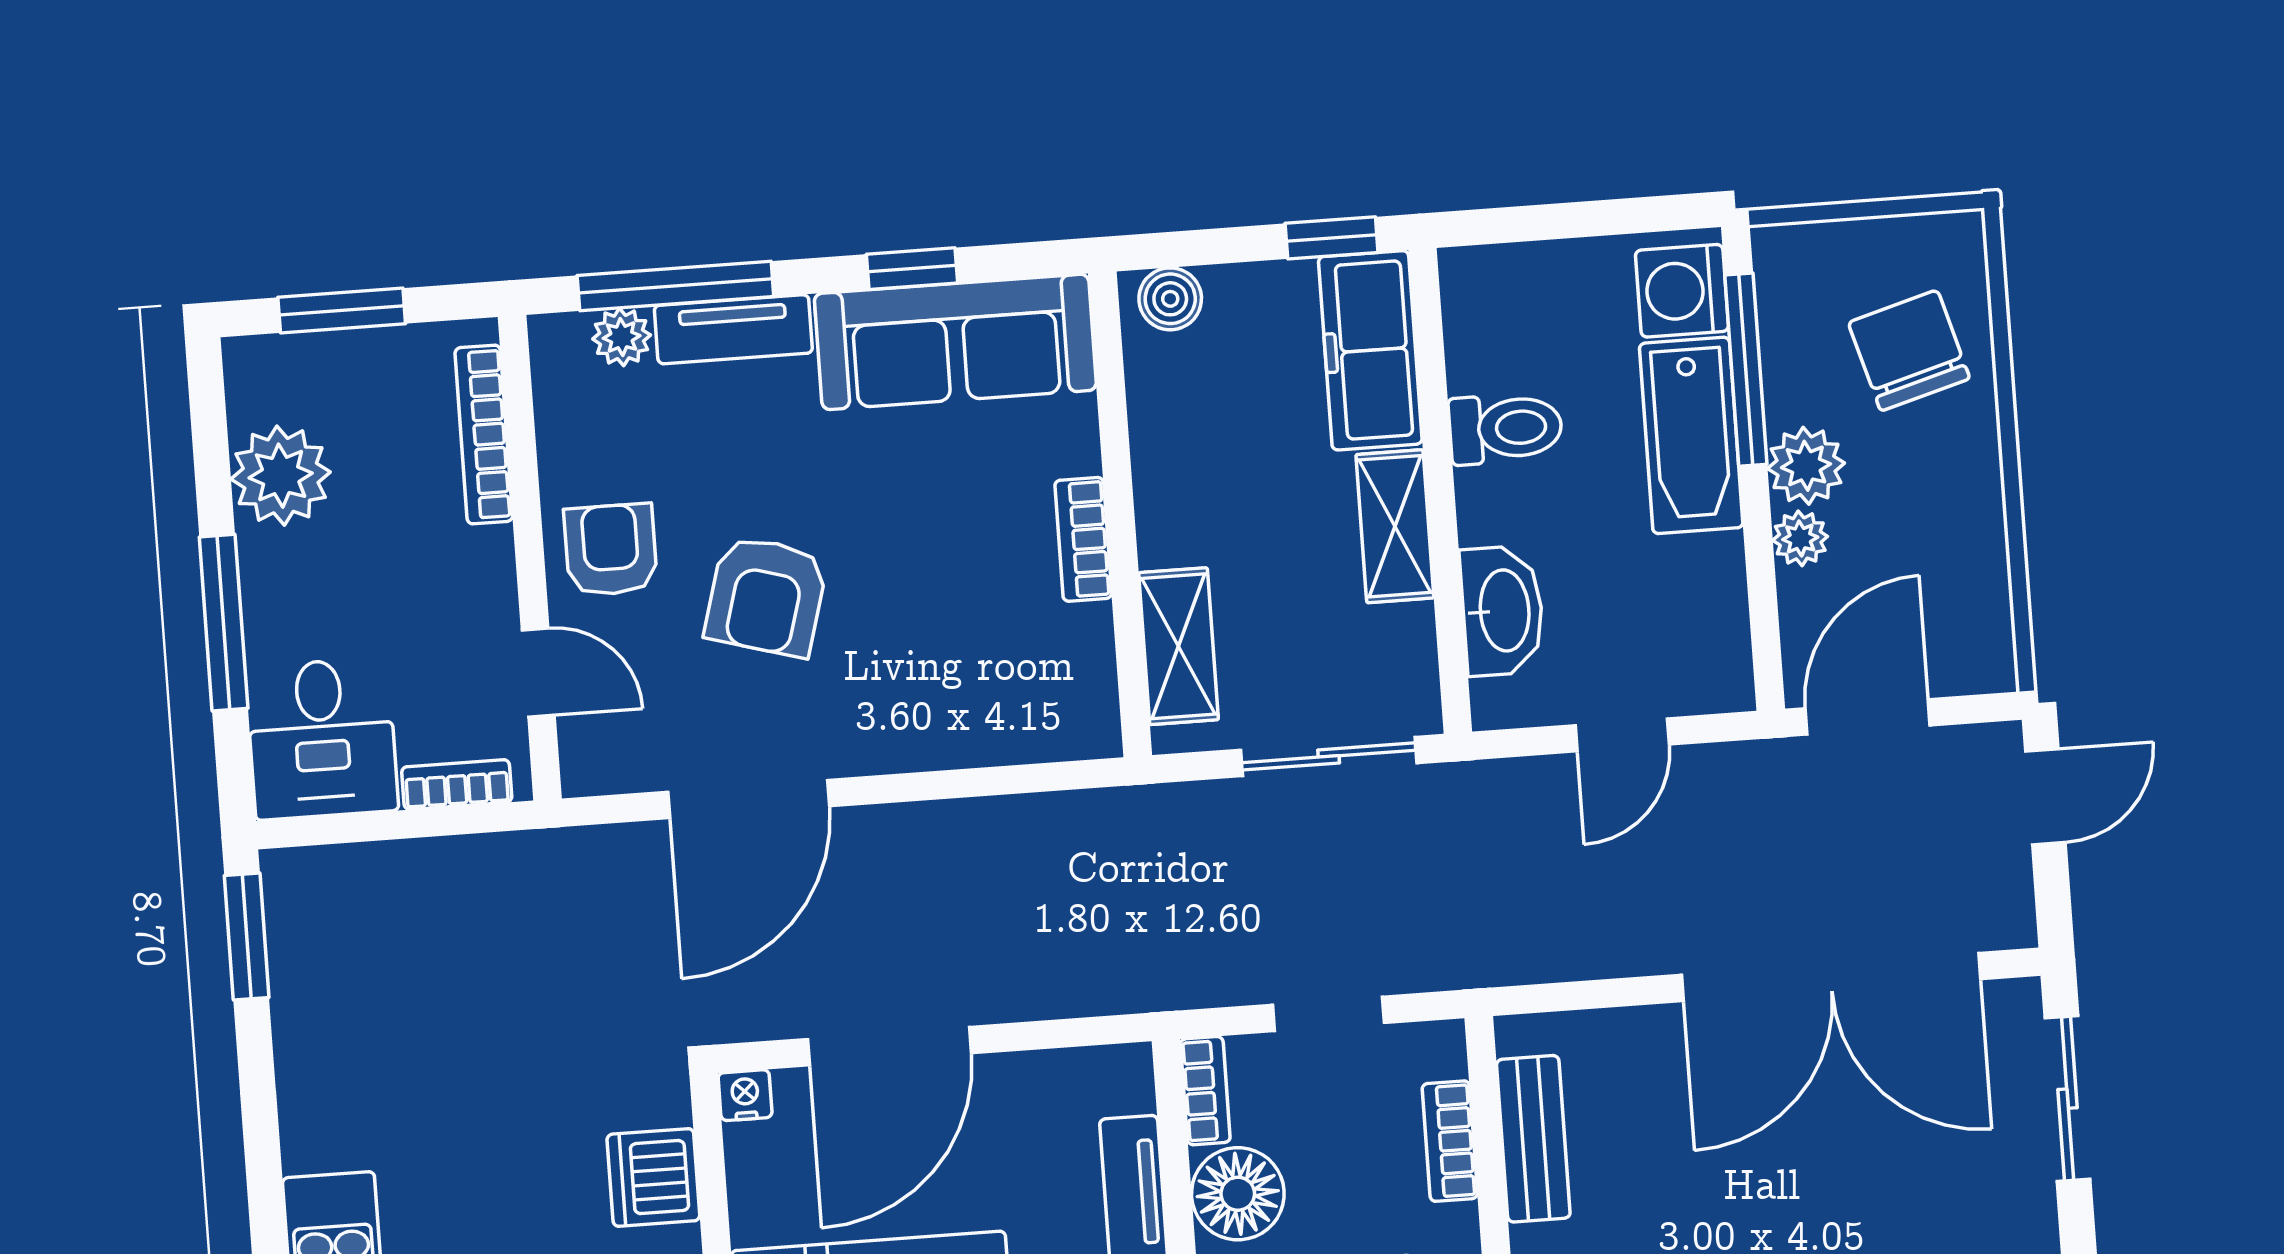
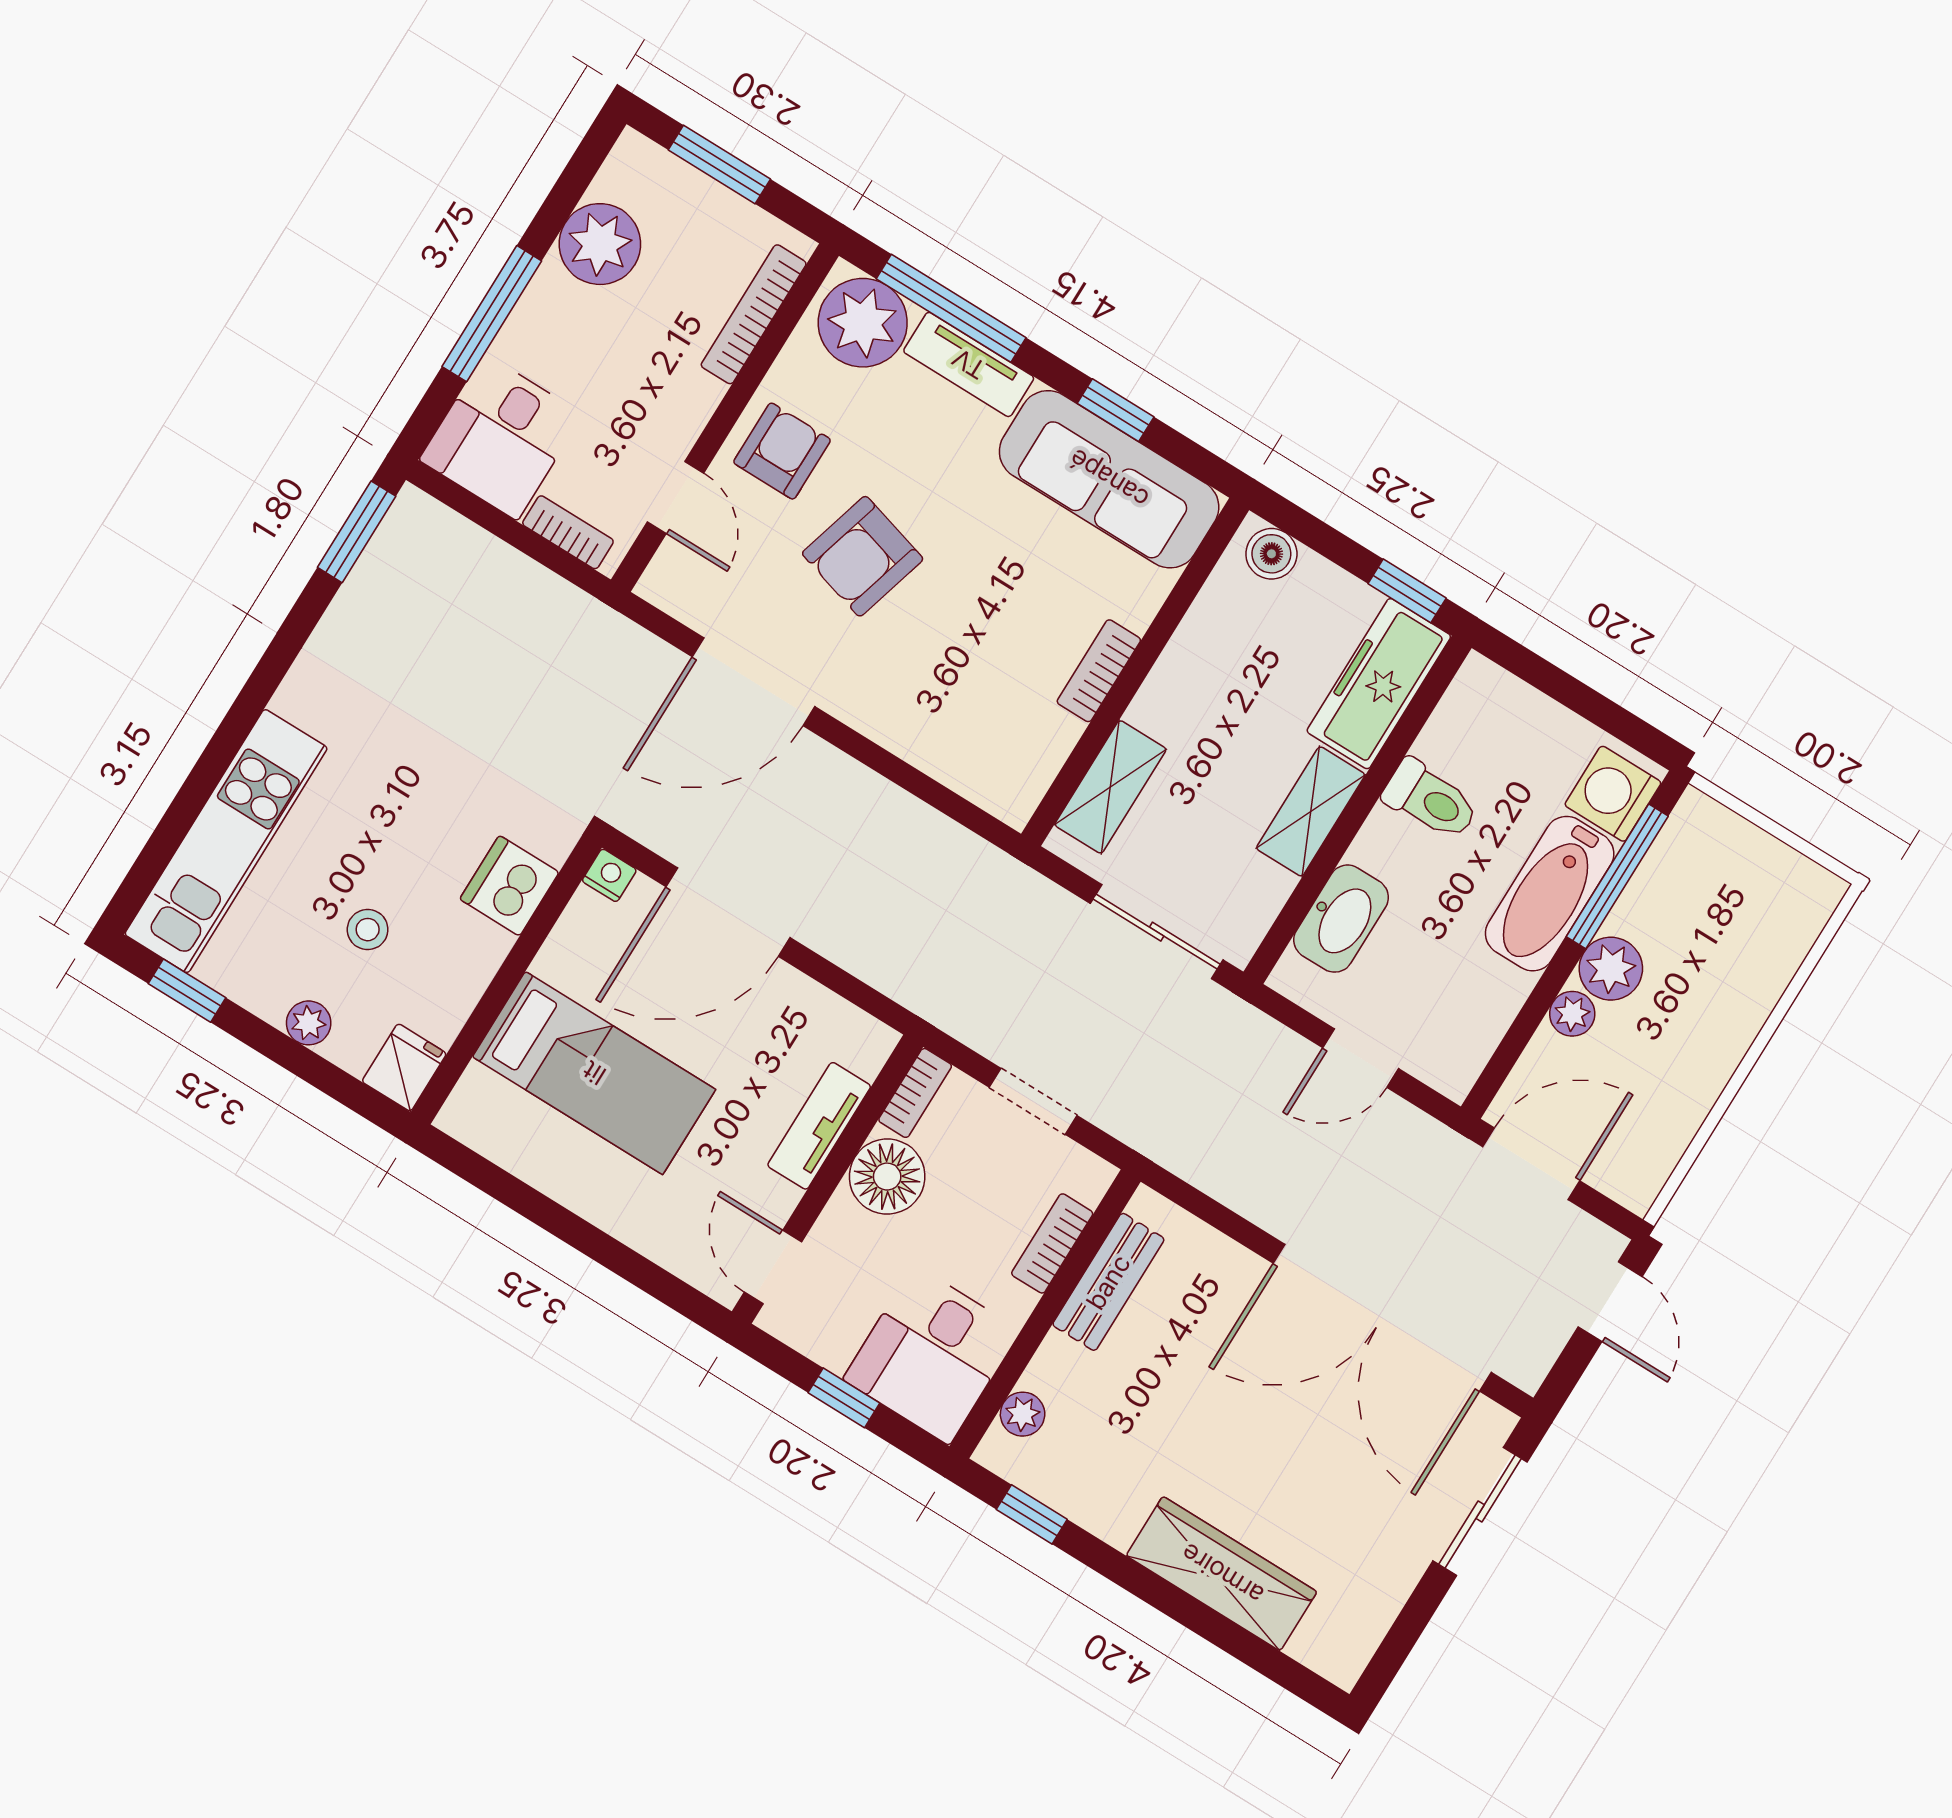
plant: (622, 337) -> (863, 323), width x1.88, depth x1.88
chair: (1909, 350) -> (1734, 942), removed
door: (2045, 797) -> (1610, 1302), hinge flipped

